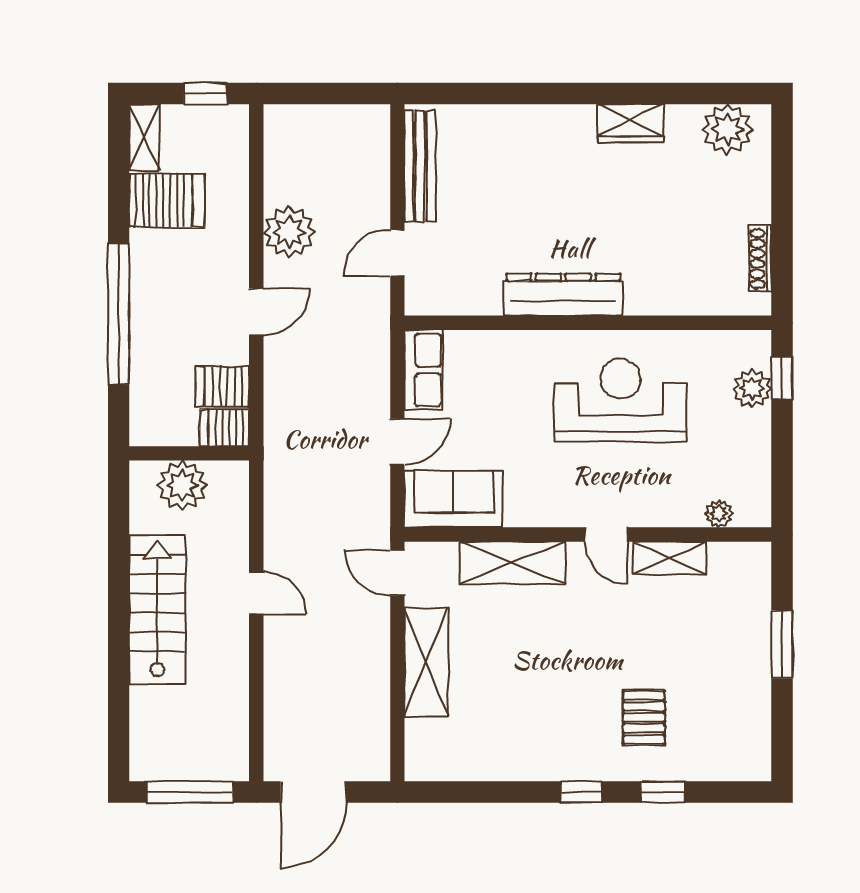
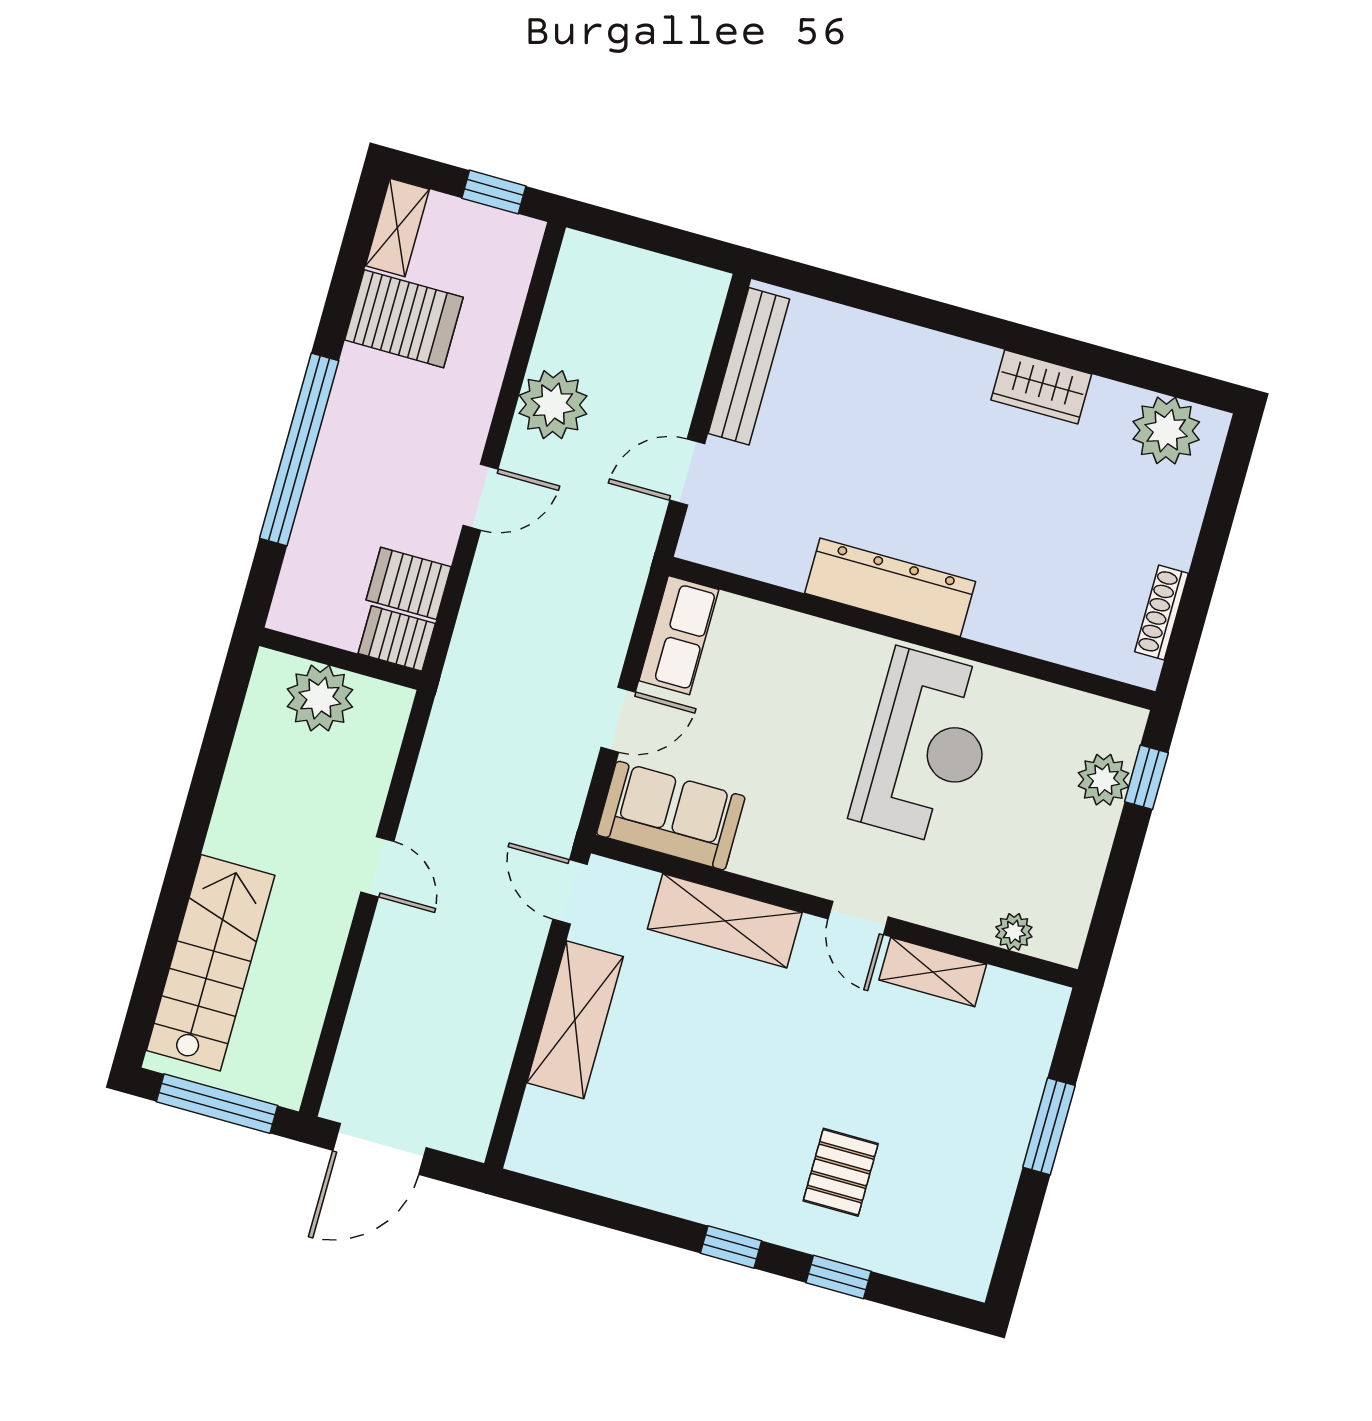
reception desk: (620, 400) -> (926, 747), turned 90
stairs: (157, 610) -> (211, 963), moved

